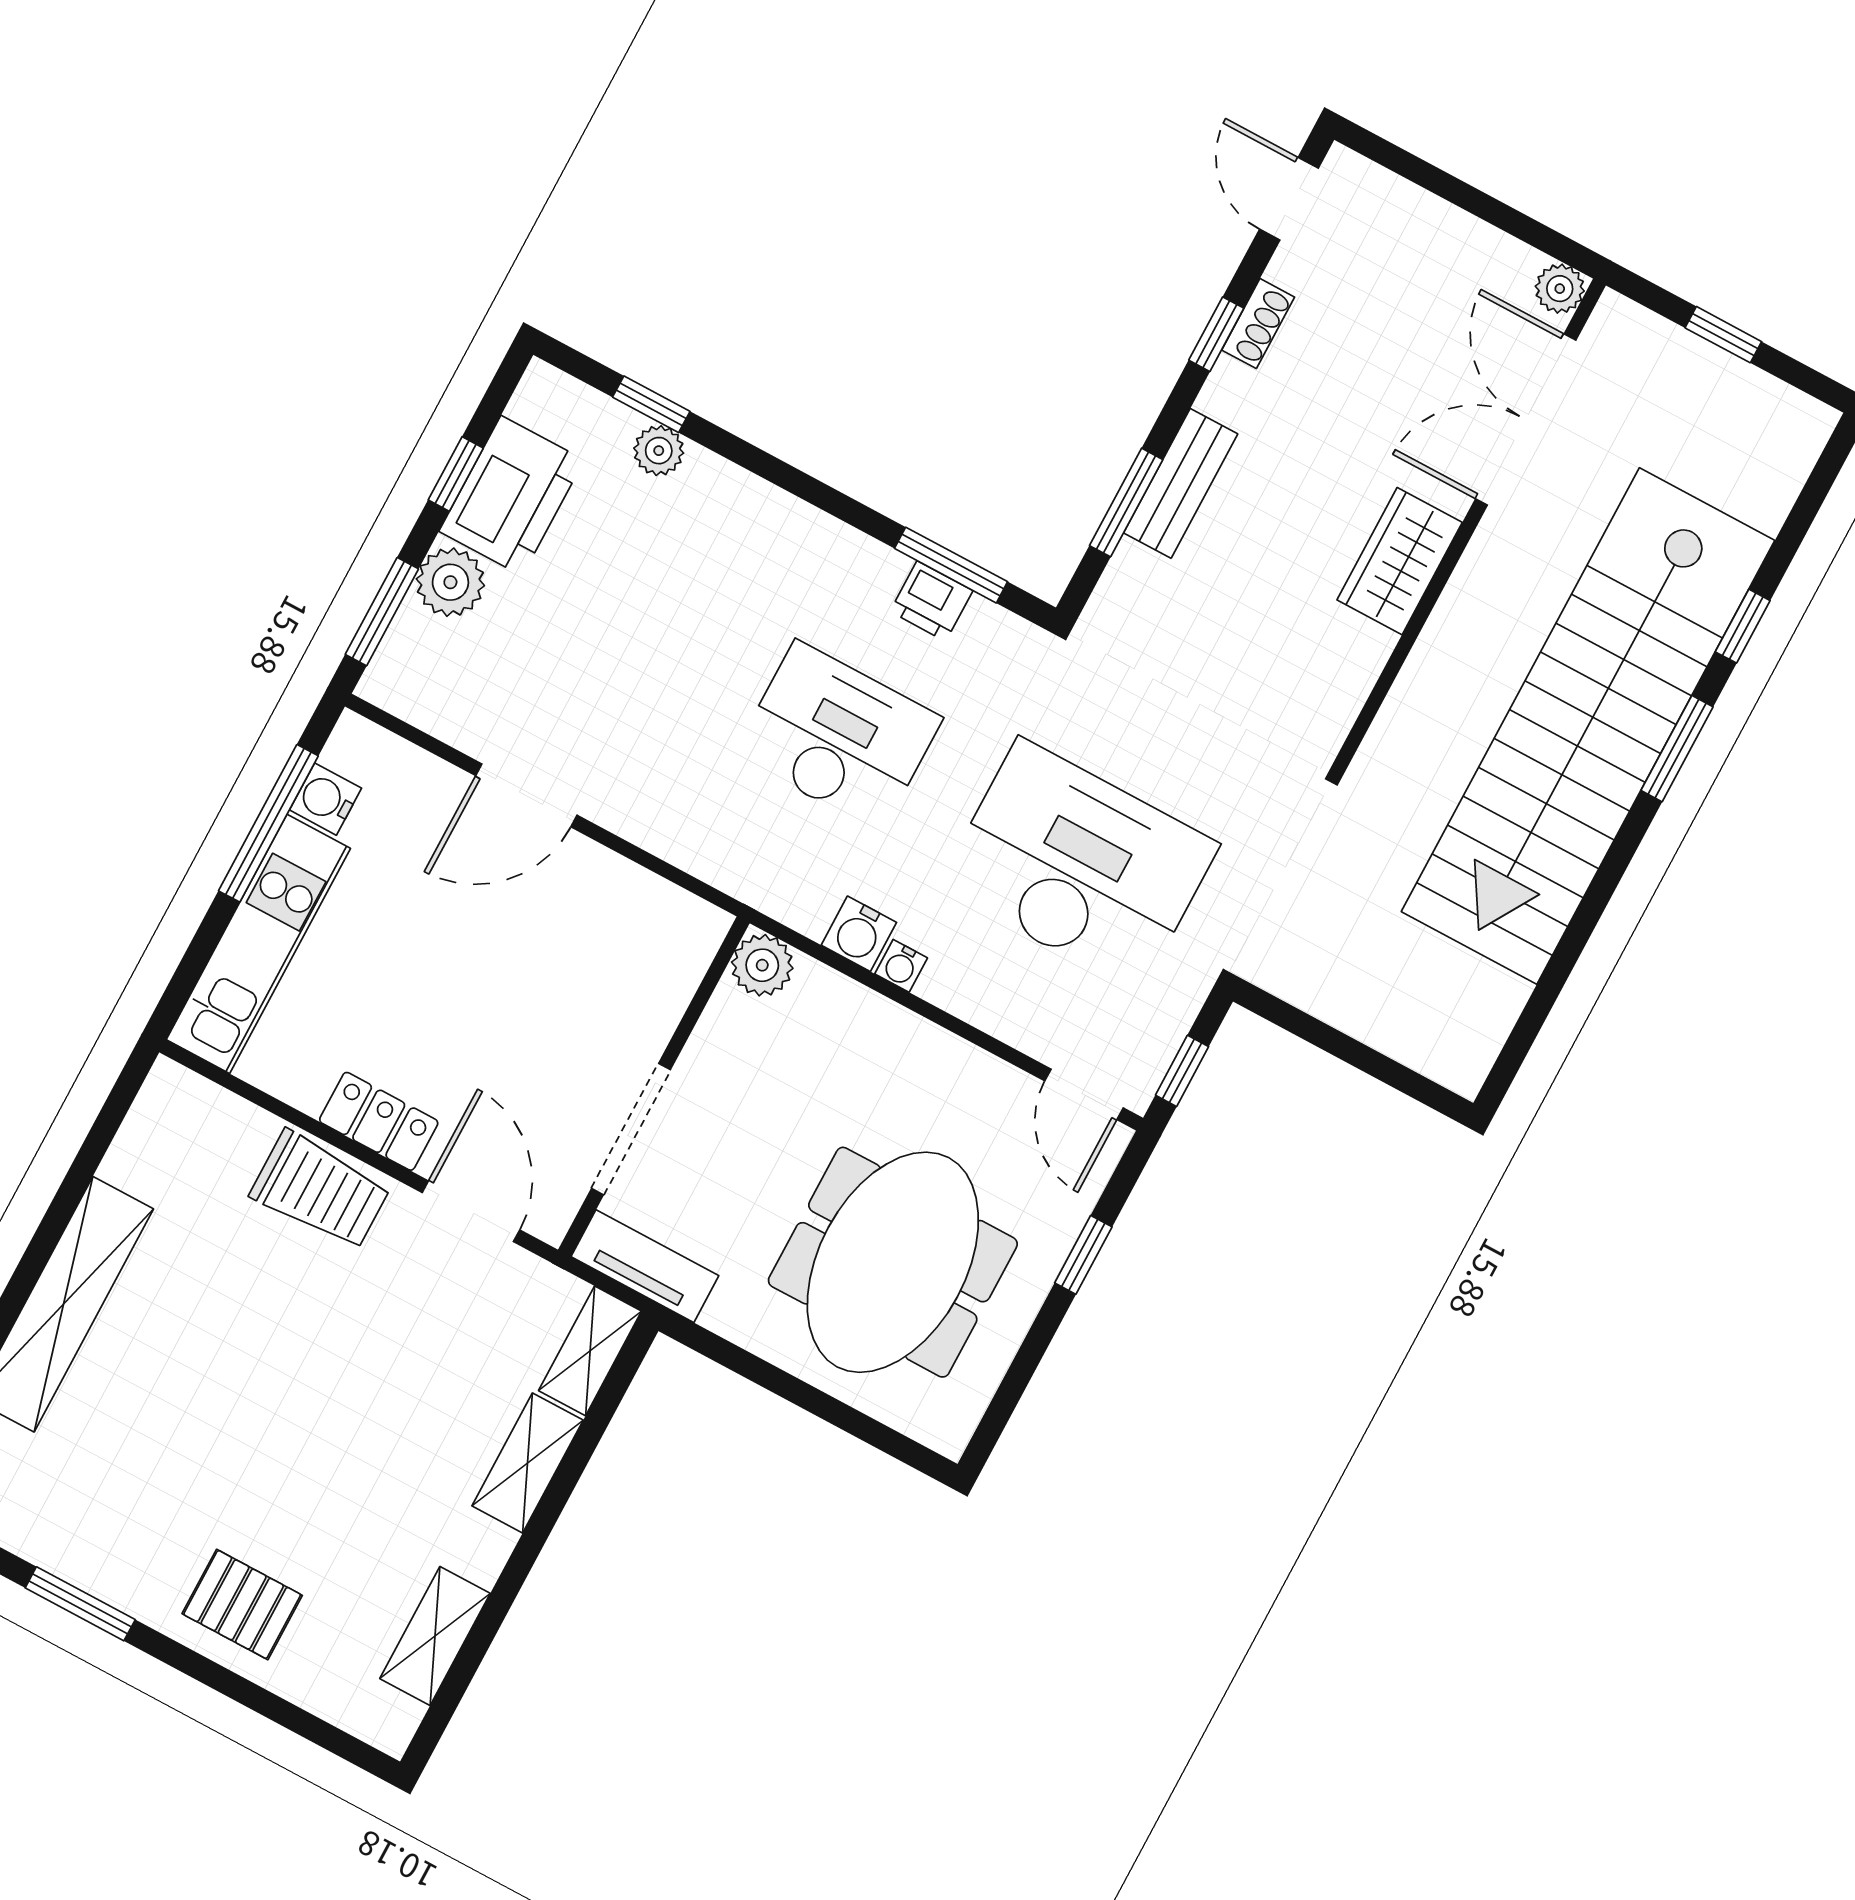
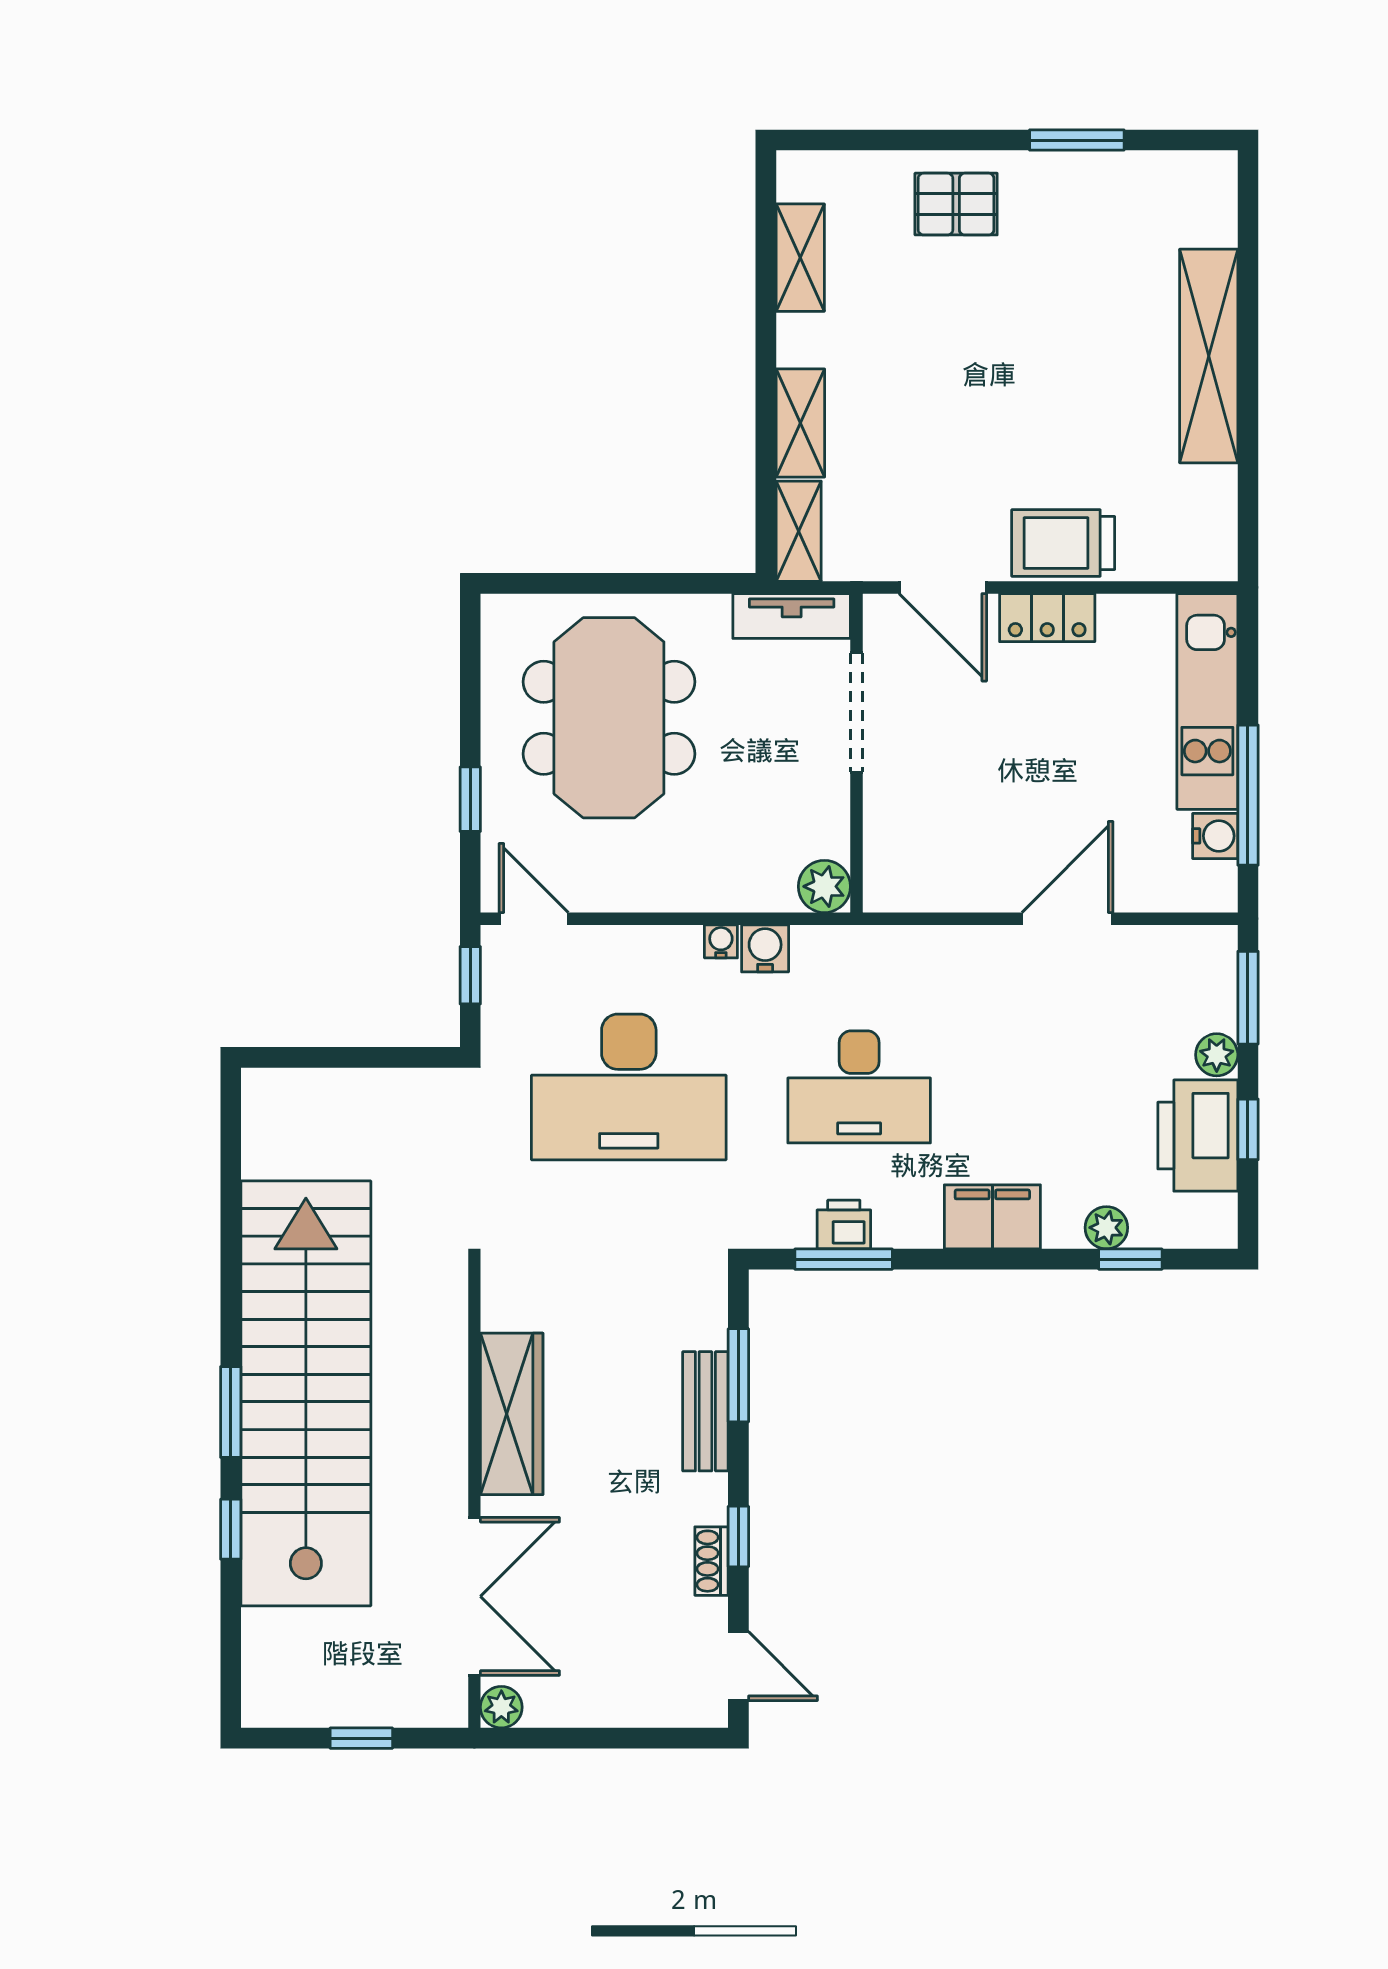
filing cabinet: (772, 526) -> (992, 1217), added
wardrobe: (1400, 561) -> (512, 1414), width x1.50
plant: (450, 582) -> (1217, 1055), width x0.73, depth x0.73

